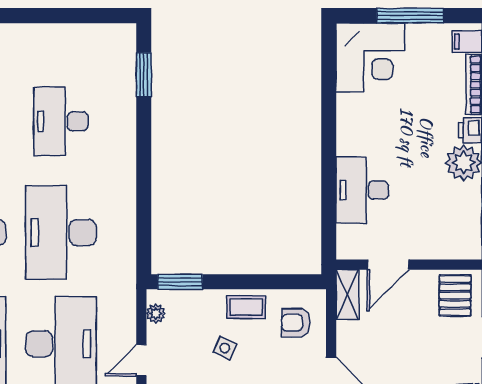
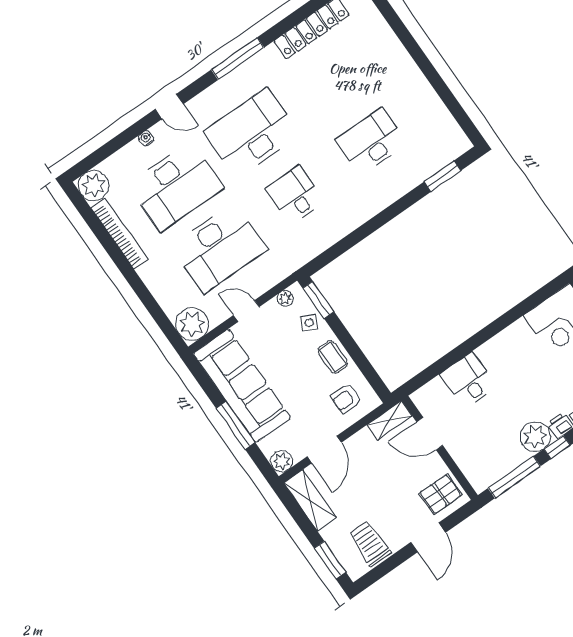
desk: (362, 190) -> (468, 380), width x0.73
desk: (61, 233) -> (295, 195), width x0.53, depth x0.77
armchair: (296, 323) -> (346, 399), turned -90
side table: (225, 348) -> (309, 323), moved

